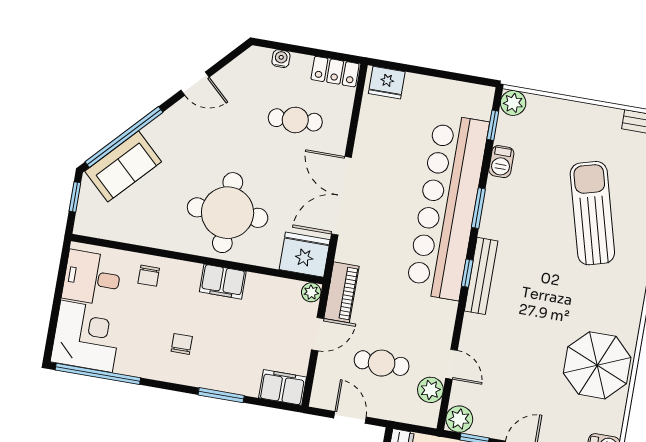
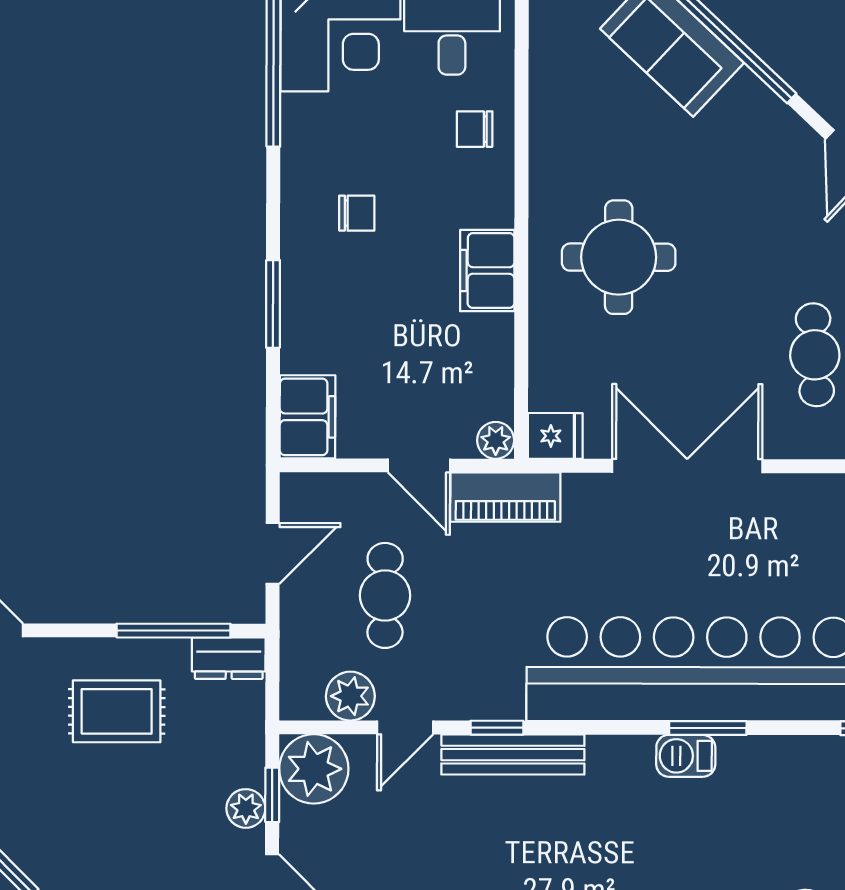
barbecue: (501, 162) -> (686, 756), moved
round table: (228, 213) -> (619, 257), width x0.73, depth x0.73
fridge: (305, 255) -> (555, 436), width x0.53, depth x0.75
window: (467, 273) -> (497, 728), moved
bench: (481, 276) -> (513, 755), moved
plant: (459, 419) -> (314, 769), width x1.36, depth x1.36

